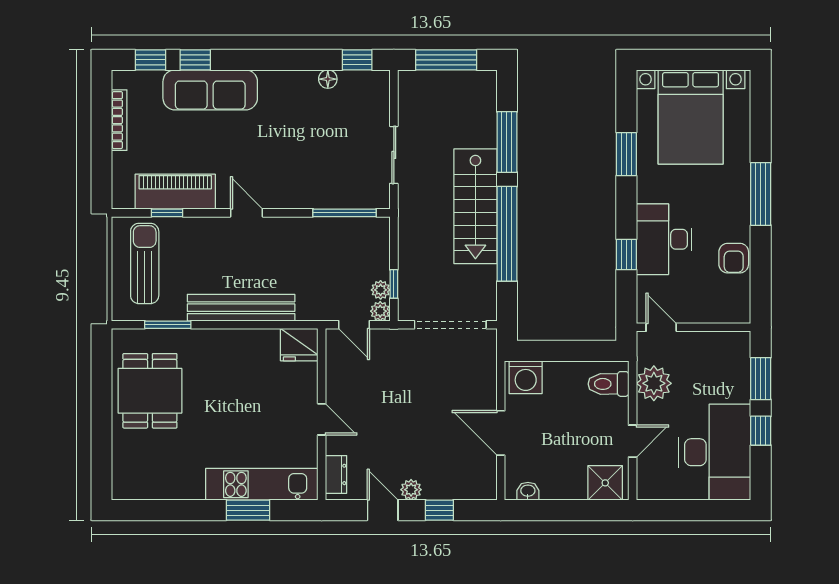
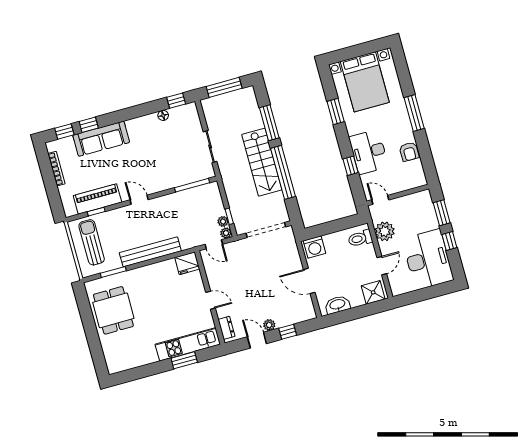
washbasin: (528, 491) -> (337, 305), width x1.91, depth x1.45

